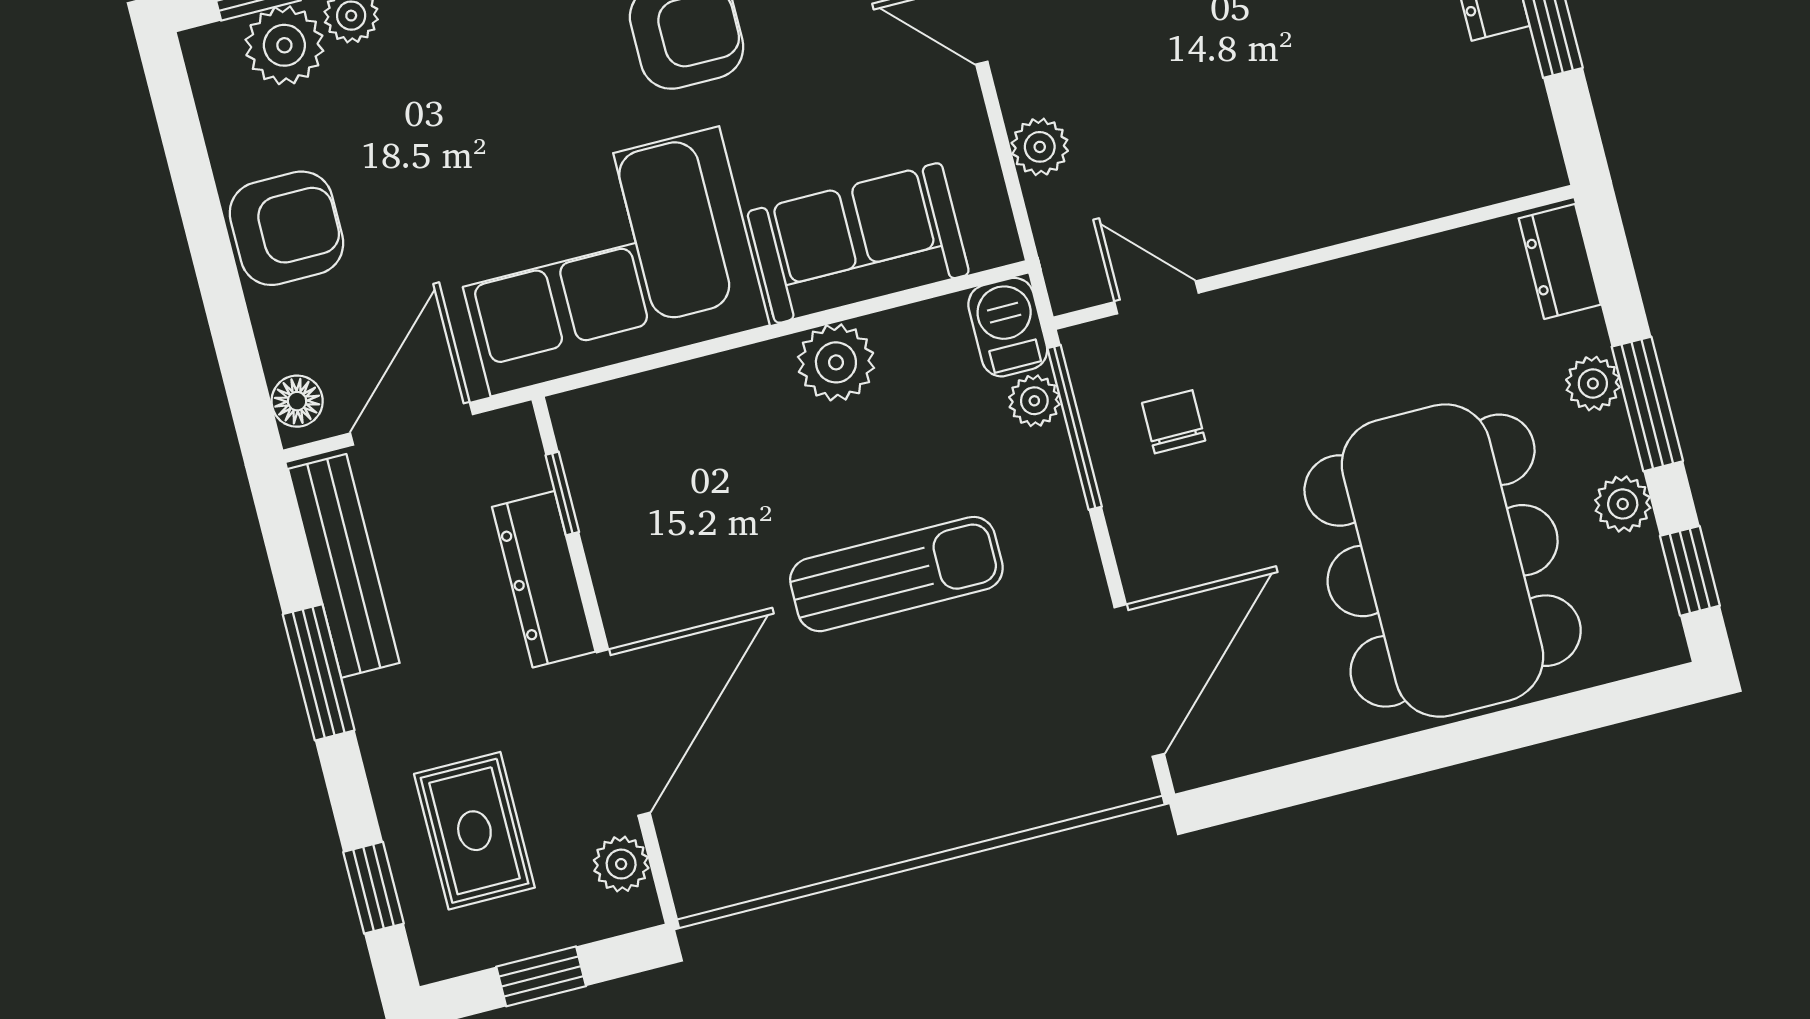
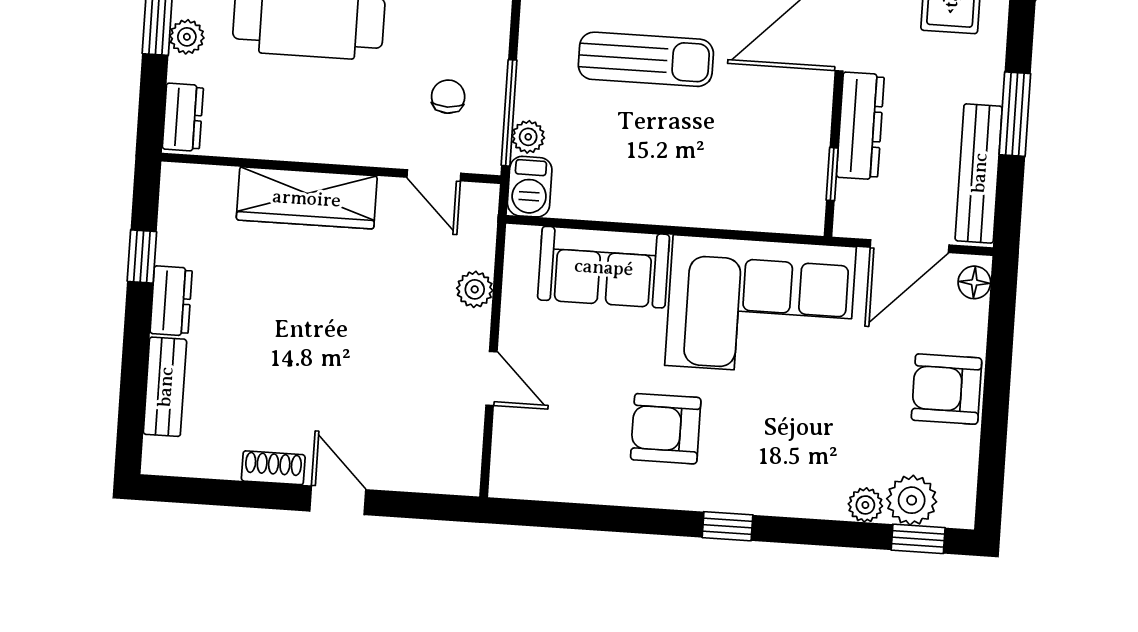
wardrobe: (1335, 202) -> (307, 198), added
plant: (836, 362) -> (641, 199), removed
chair: (1174, 422) -> (448, 97), turned 180
sun lounger: (896, 574) -> (646, 59), turned 180

